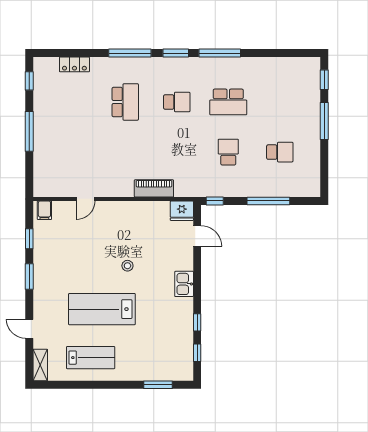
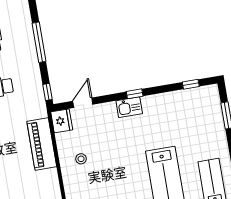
piano: (154, 188) -> (42, 144), width x1.37, depth x1.33
stool: (127, 266) -> (81, 159), moved
window: (197, 322) -> (135, 94), moved

